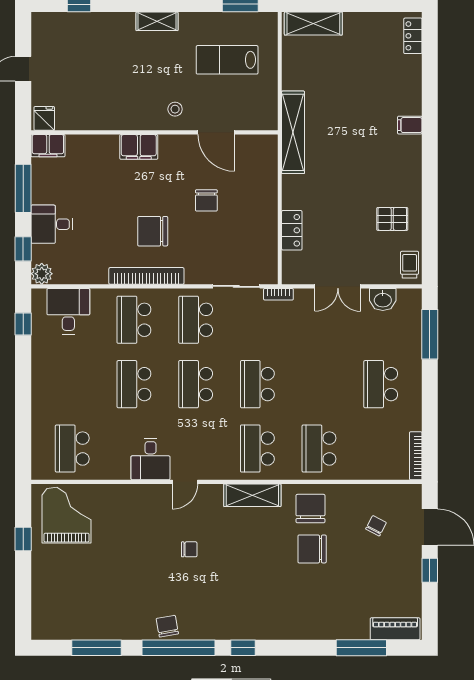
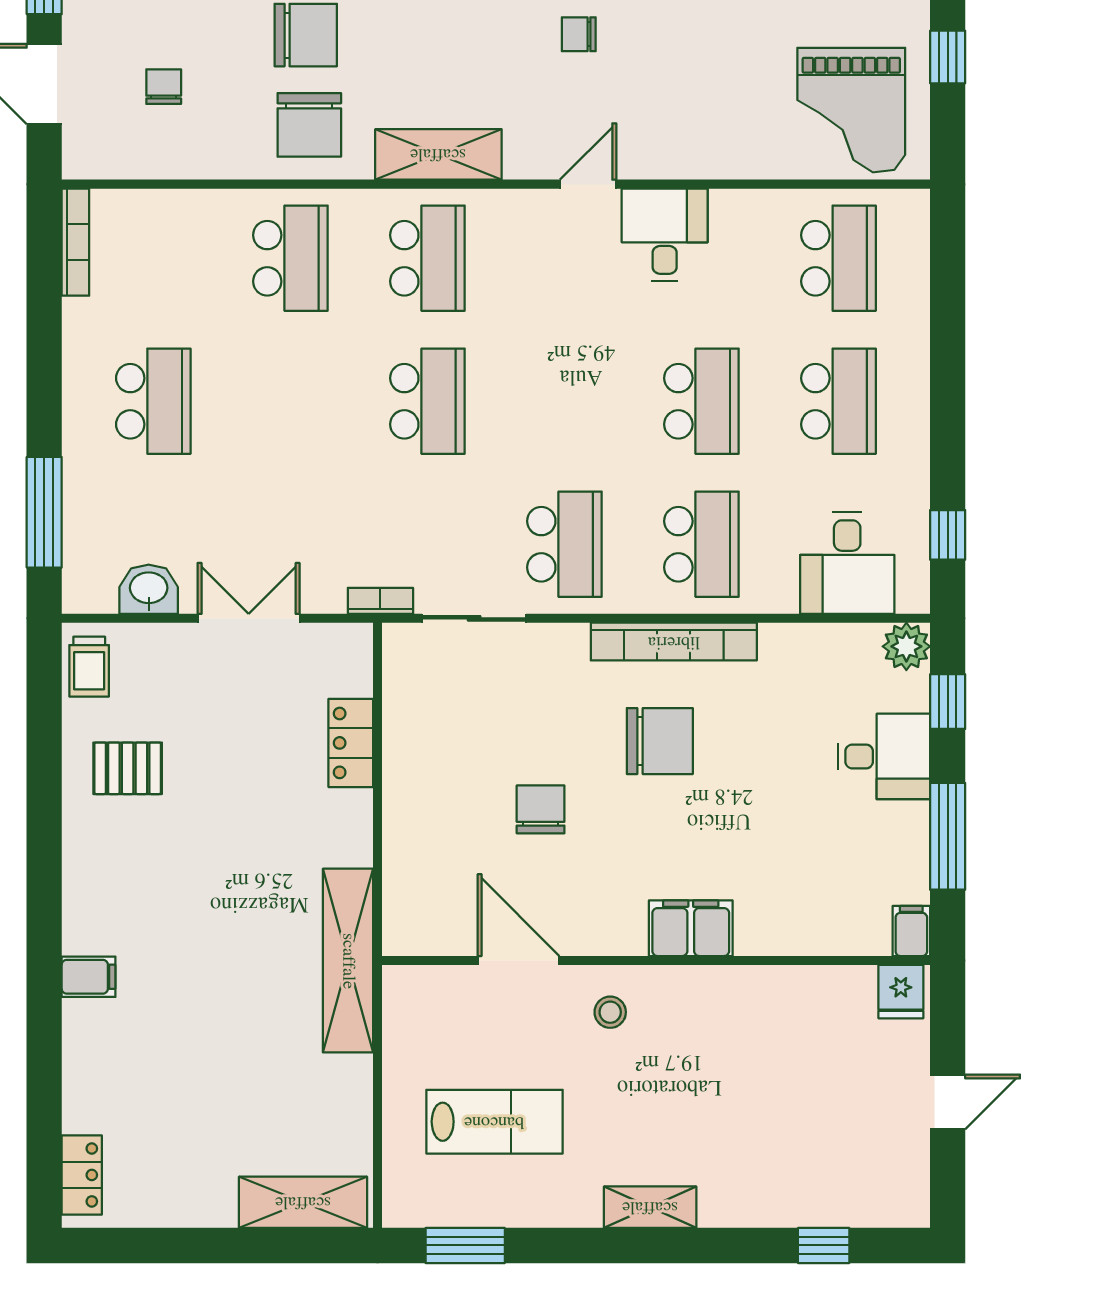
filing cabinet: (48, 146) -> (911, 931), width x0.50
school desk: (196, 384) -> (838, 401), moved
chair: (376, 526) -> (164, 87), turned 152

